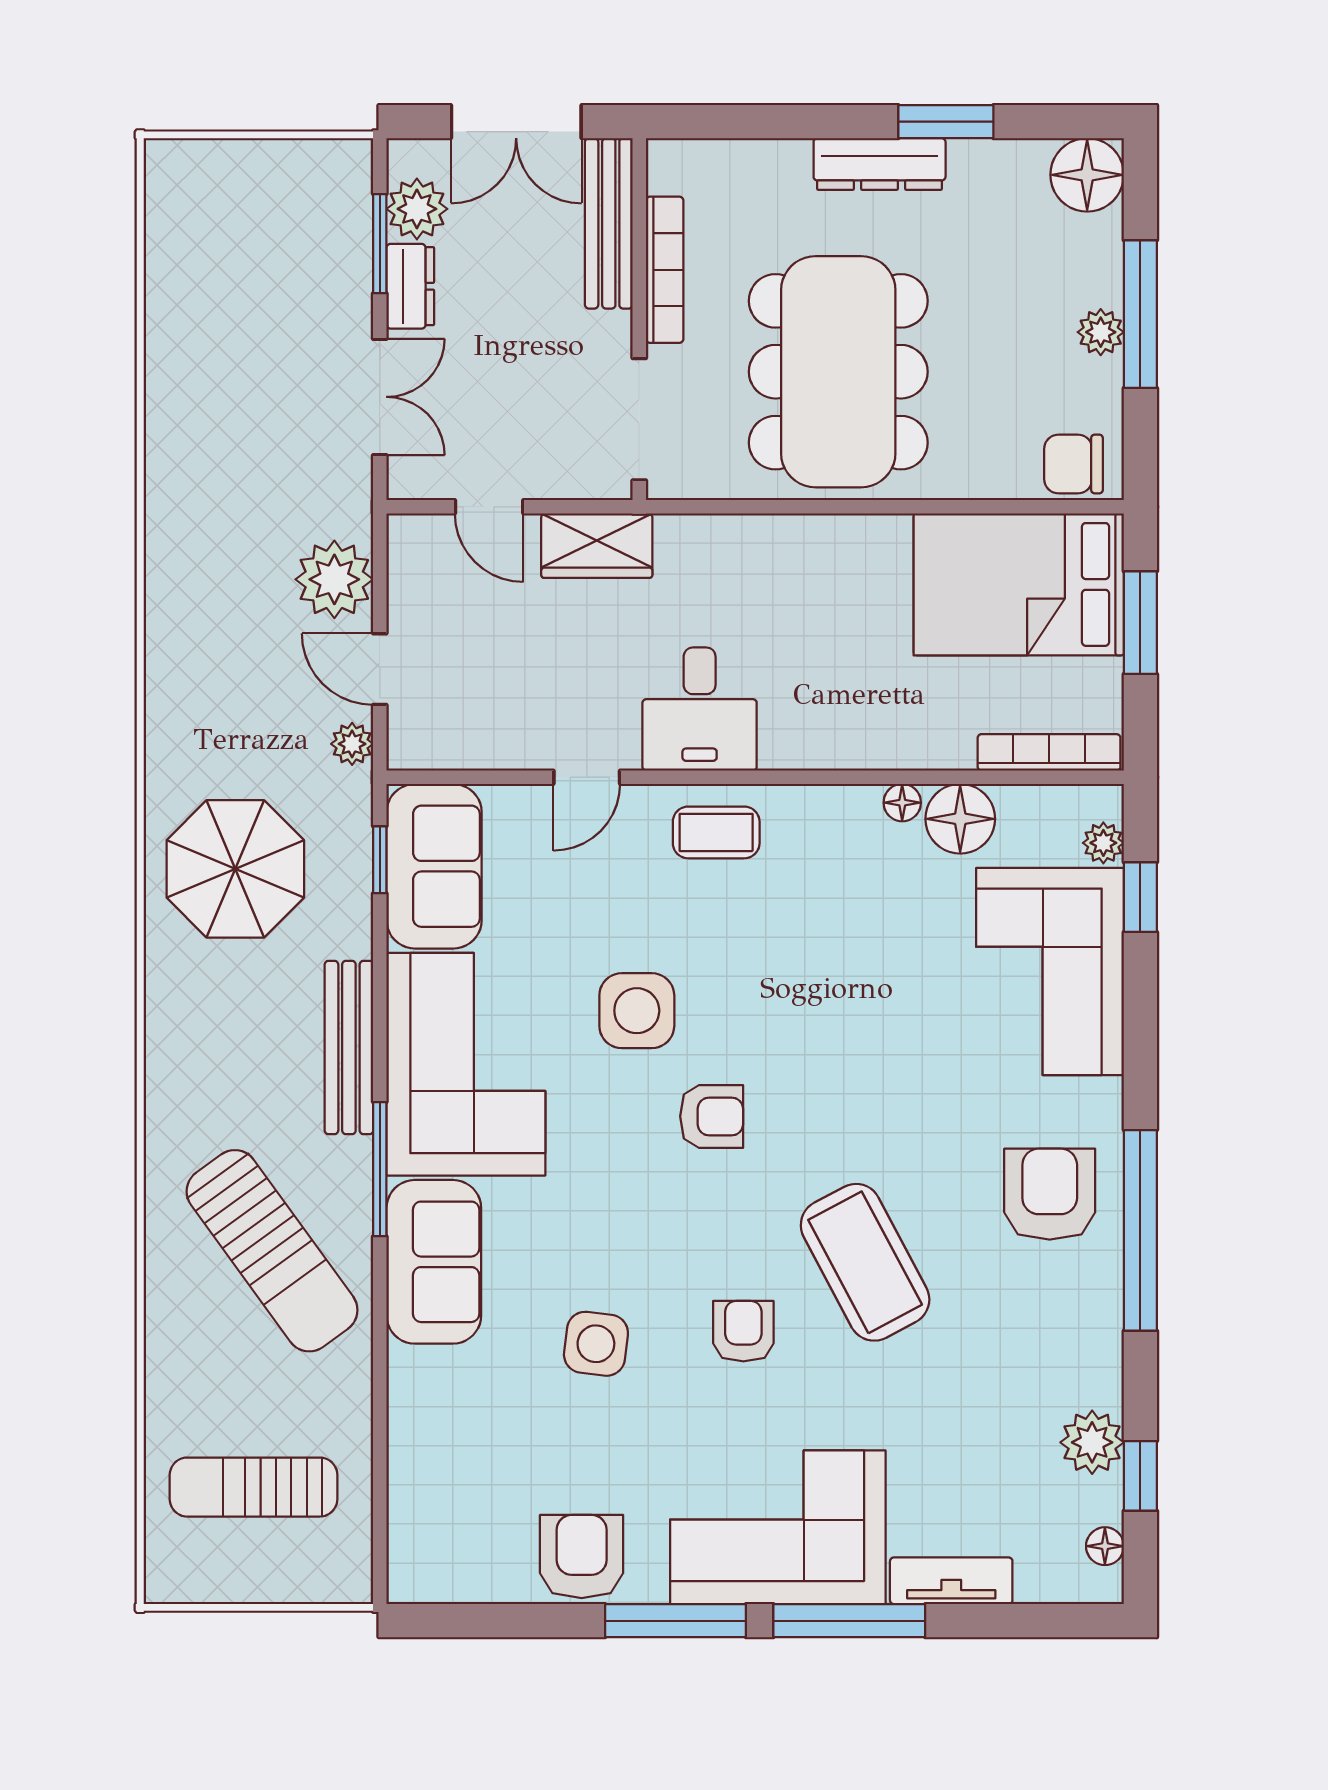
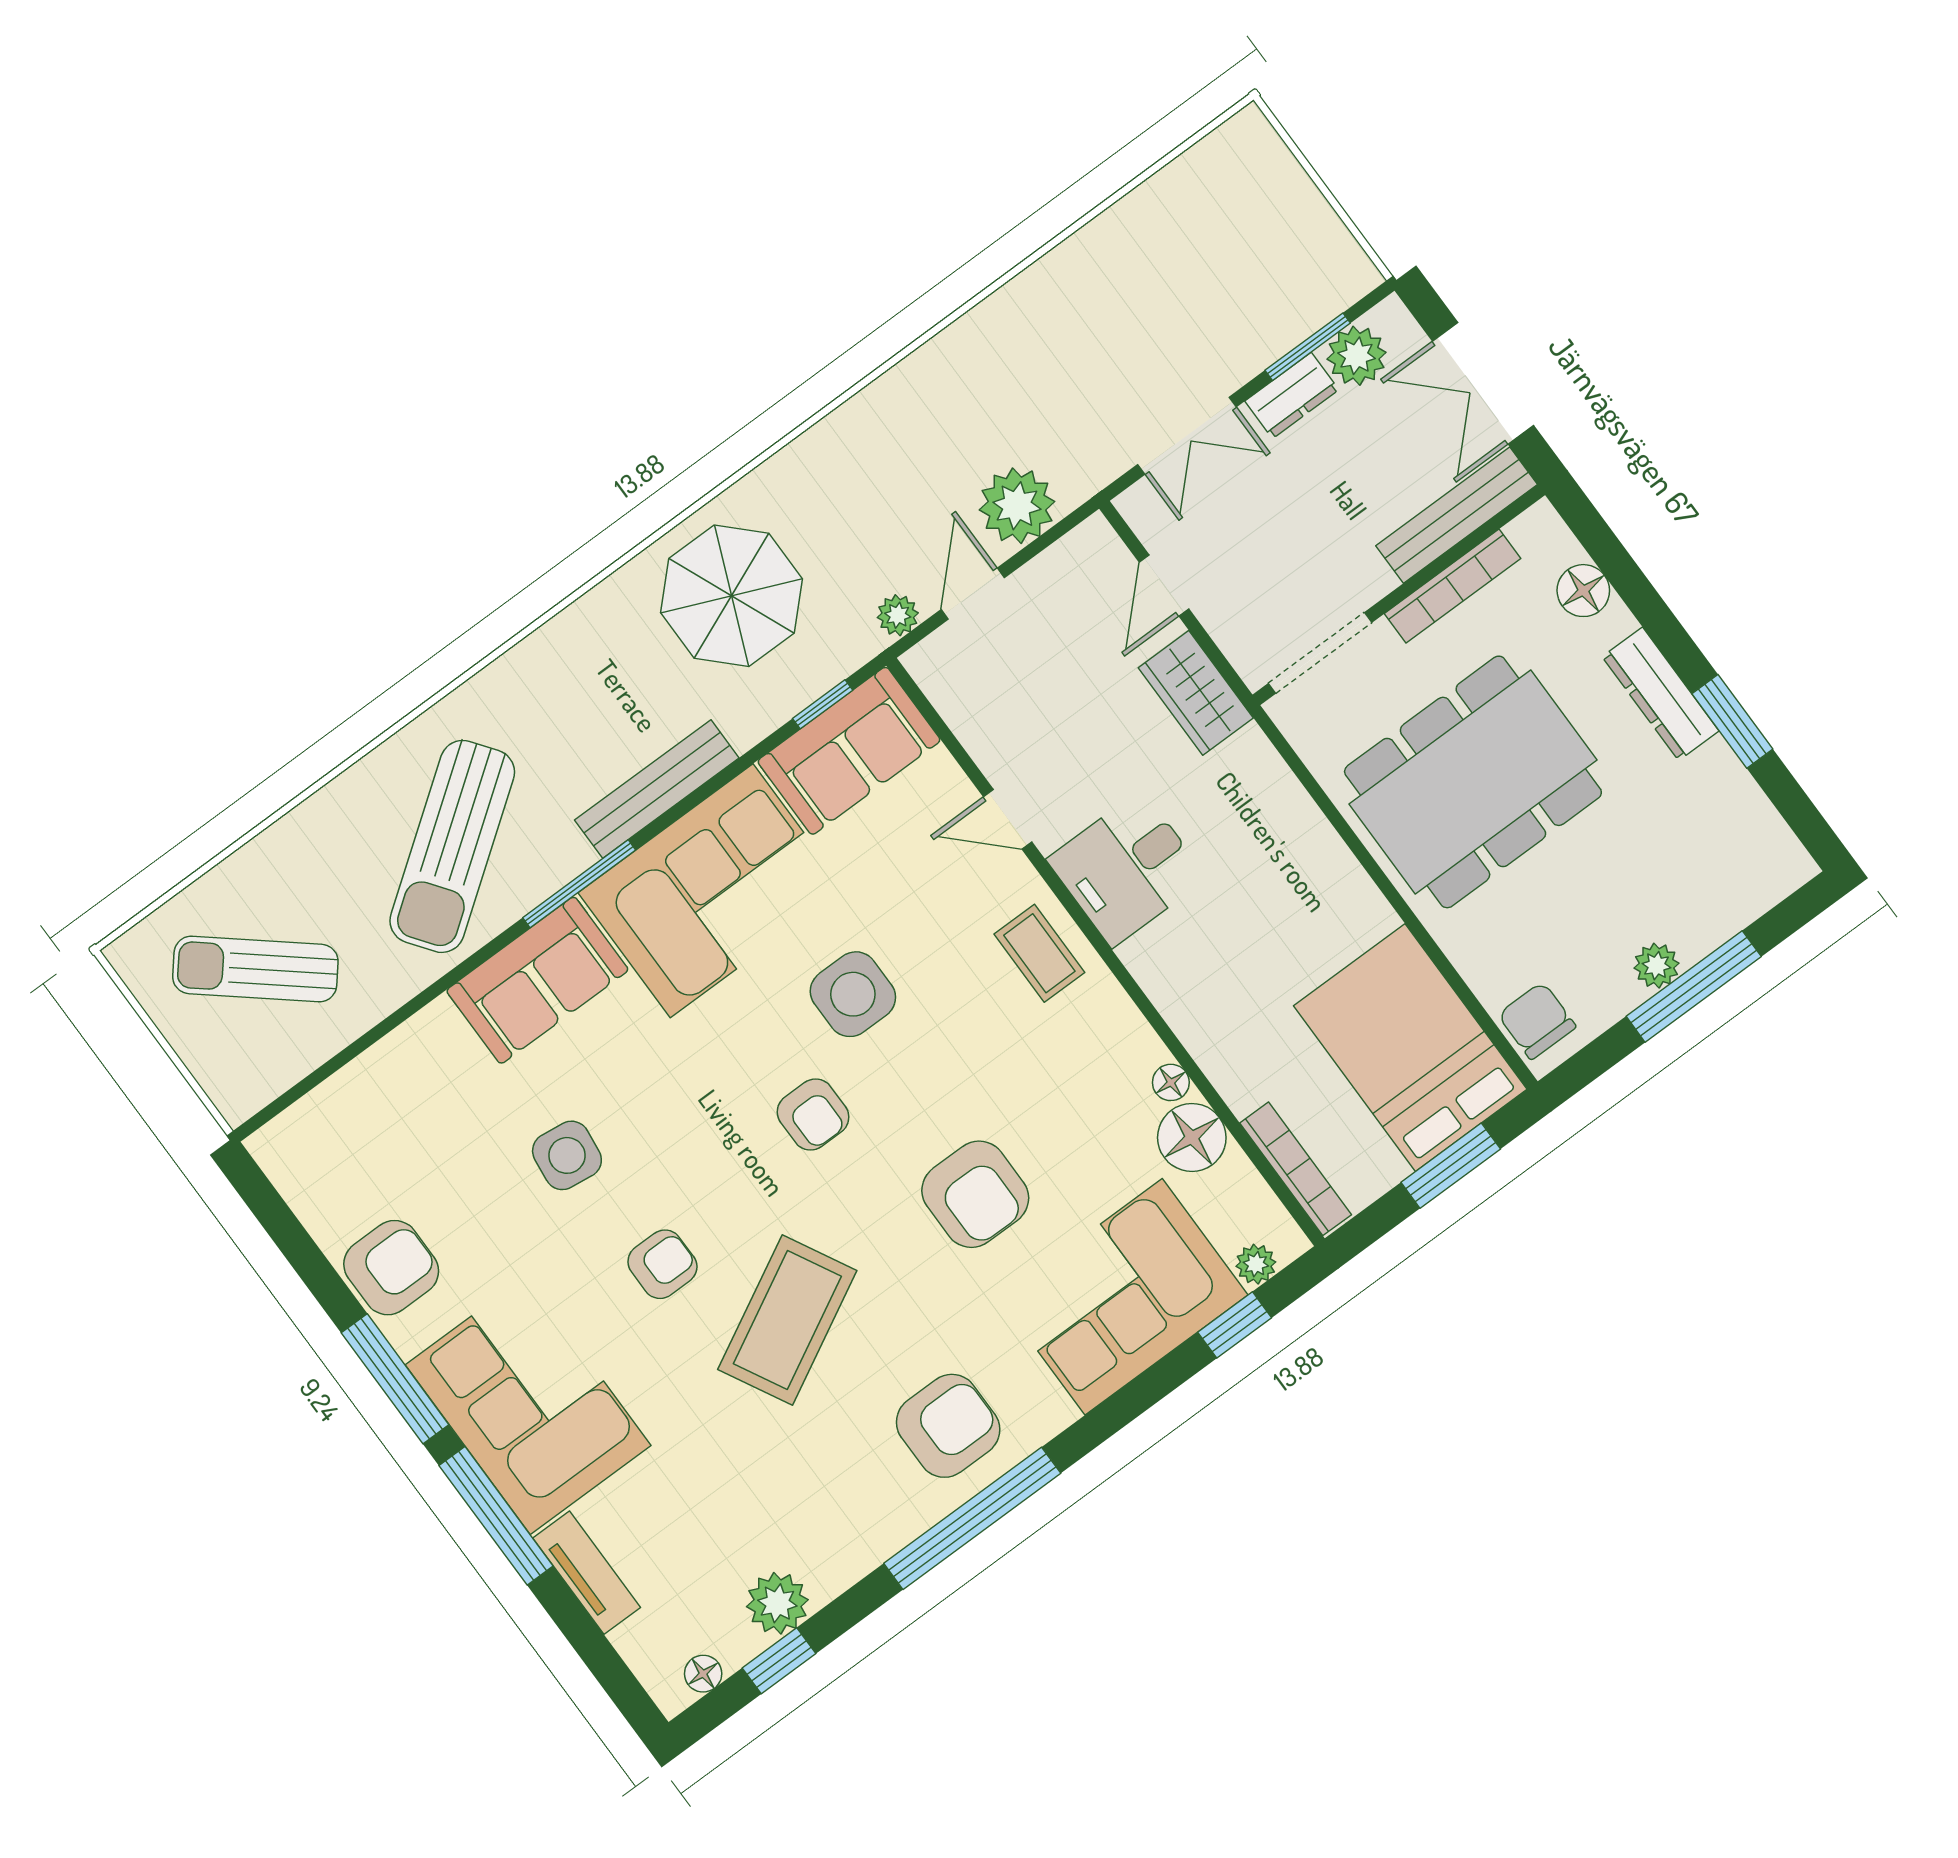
floor lamp: (1087, 175) -> (1583, 591), moved, width x0.73, depth x0.73
armchair: (876, 1031) -> (975, 1194), added
sun lounger: (254, 1487) -> (255, 969), turned -50

